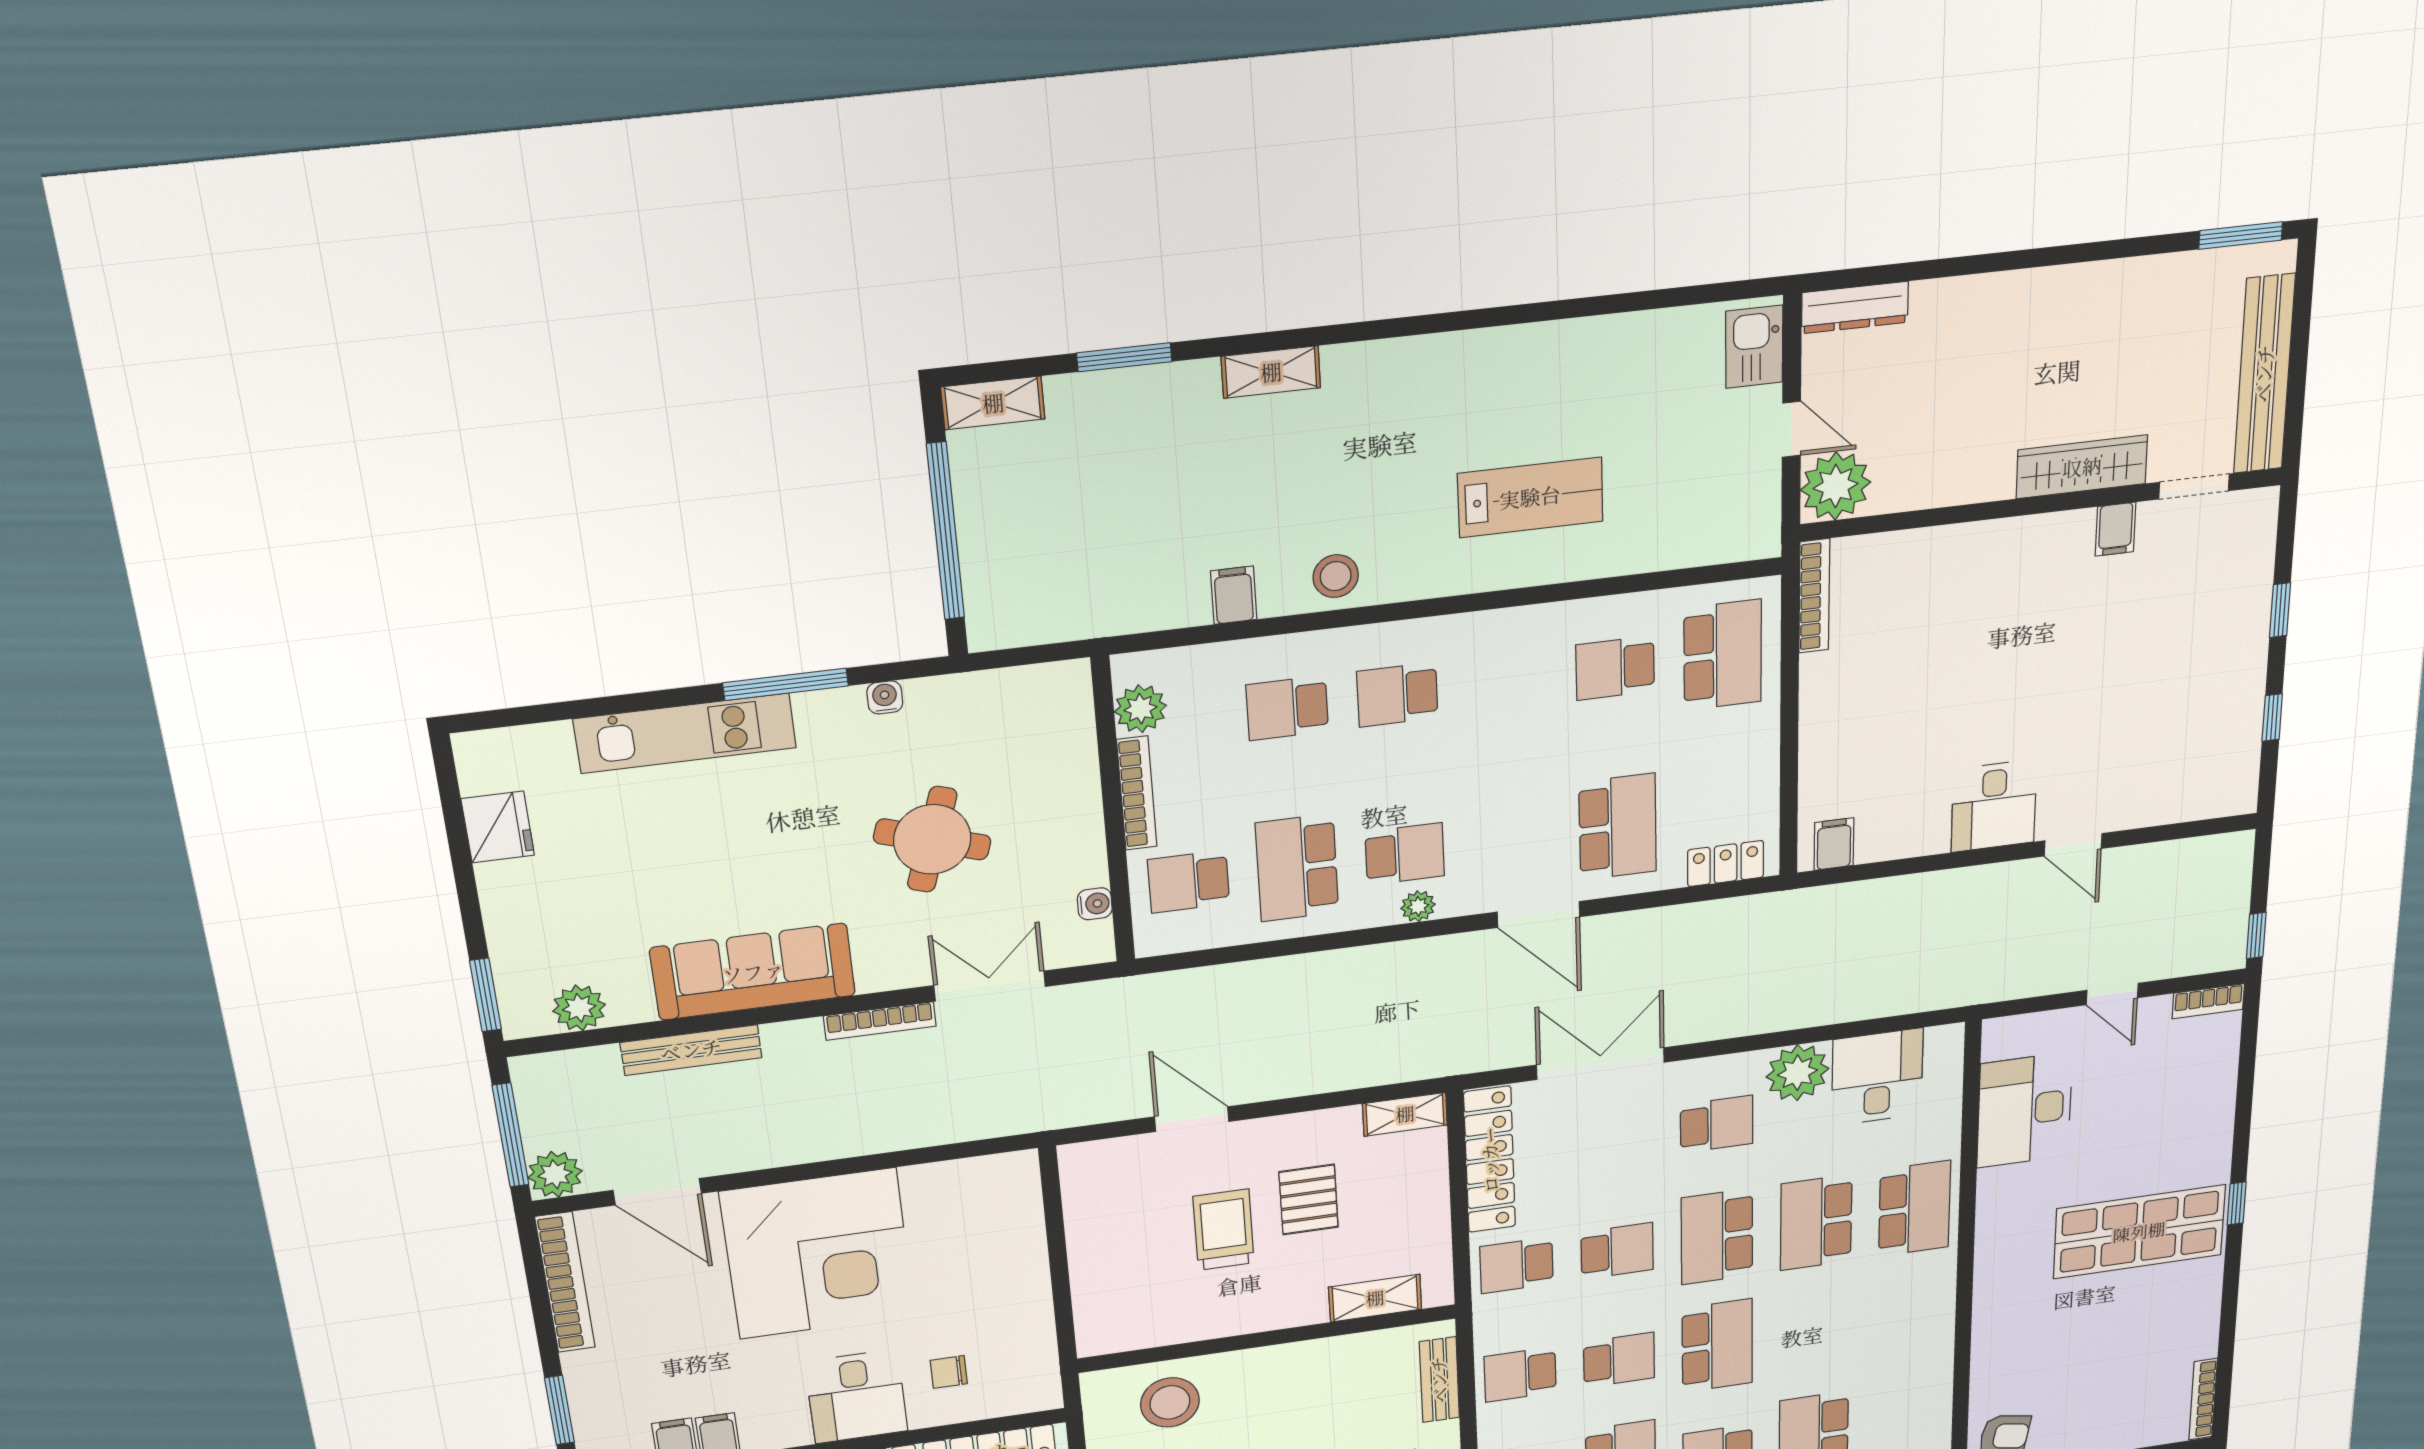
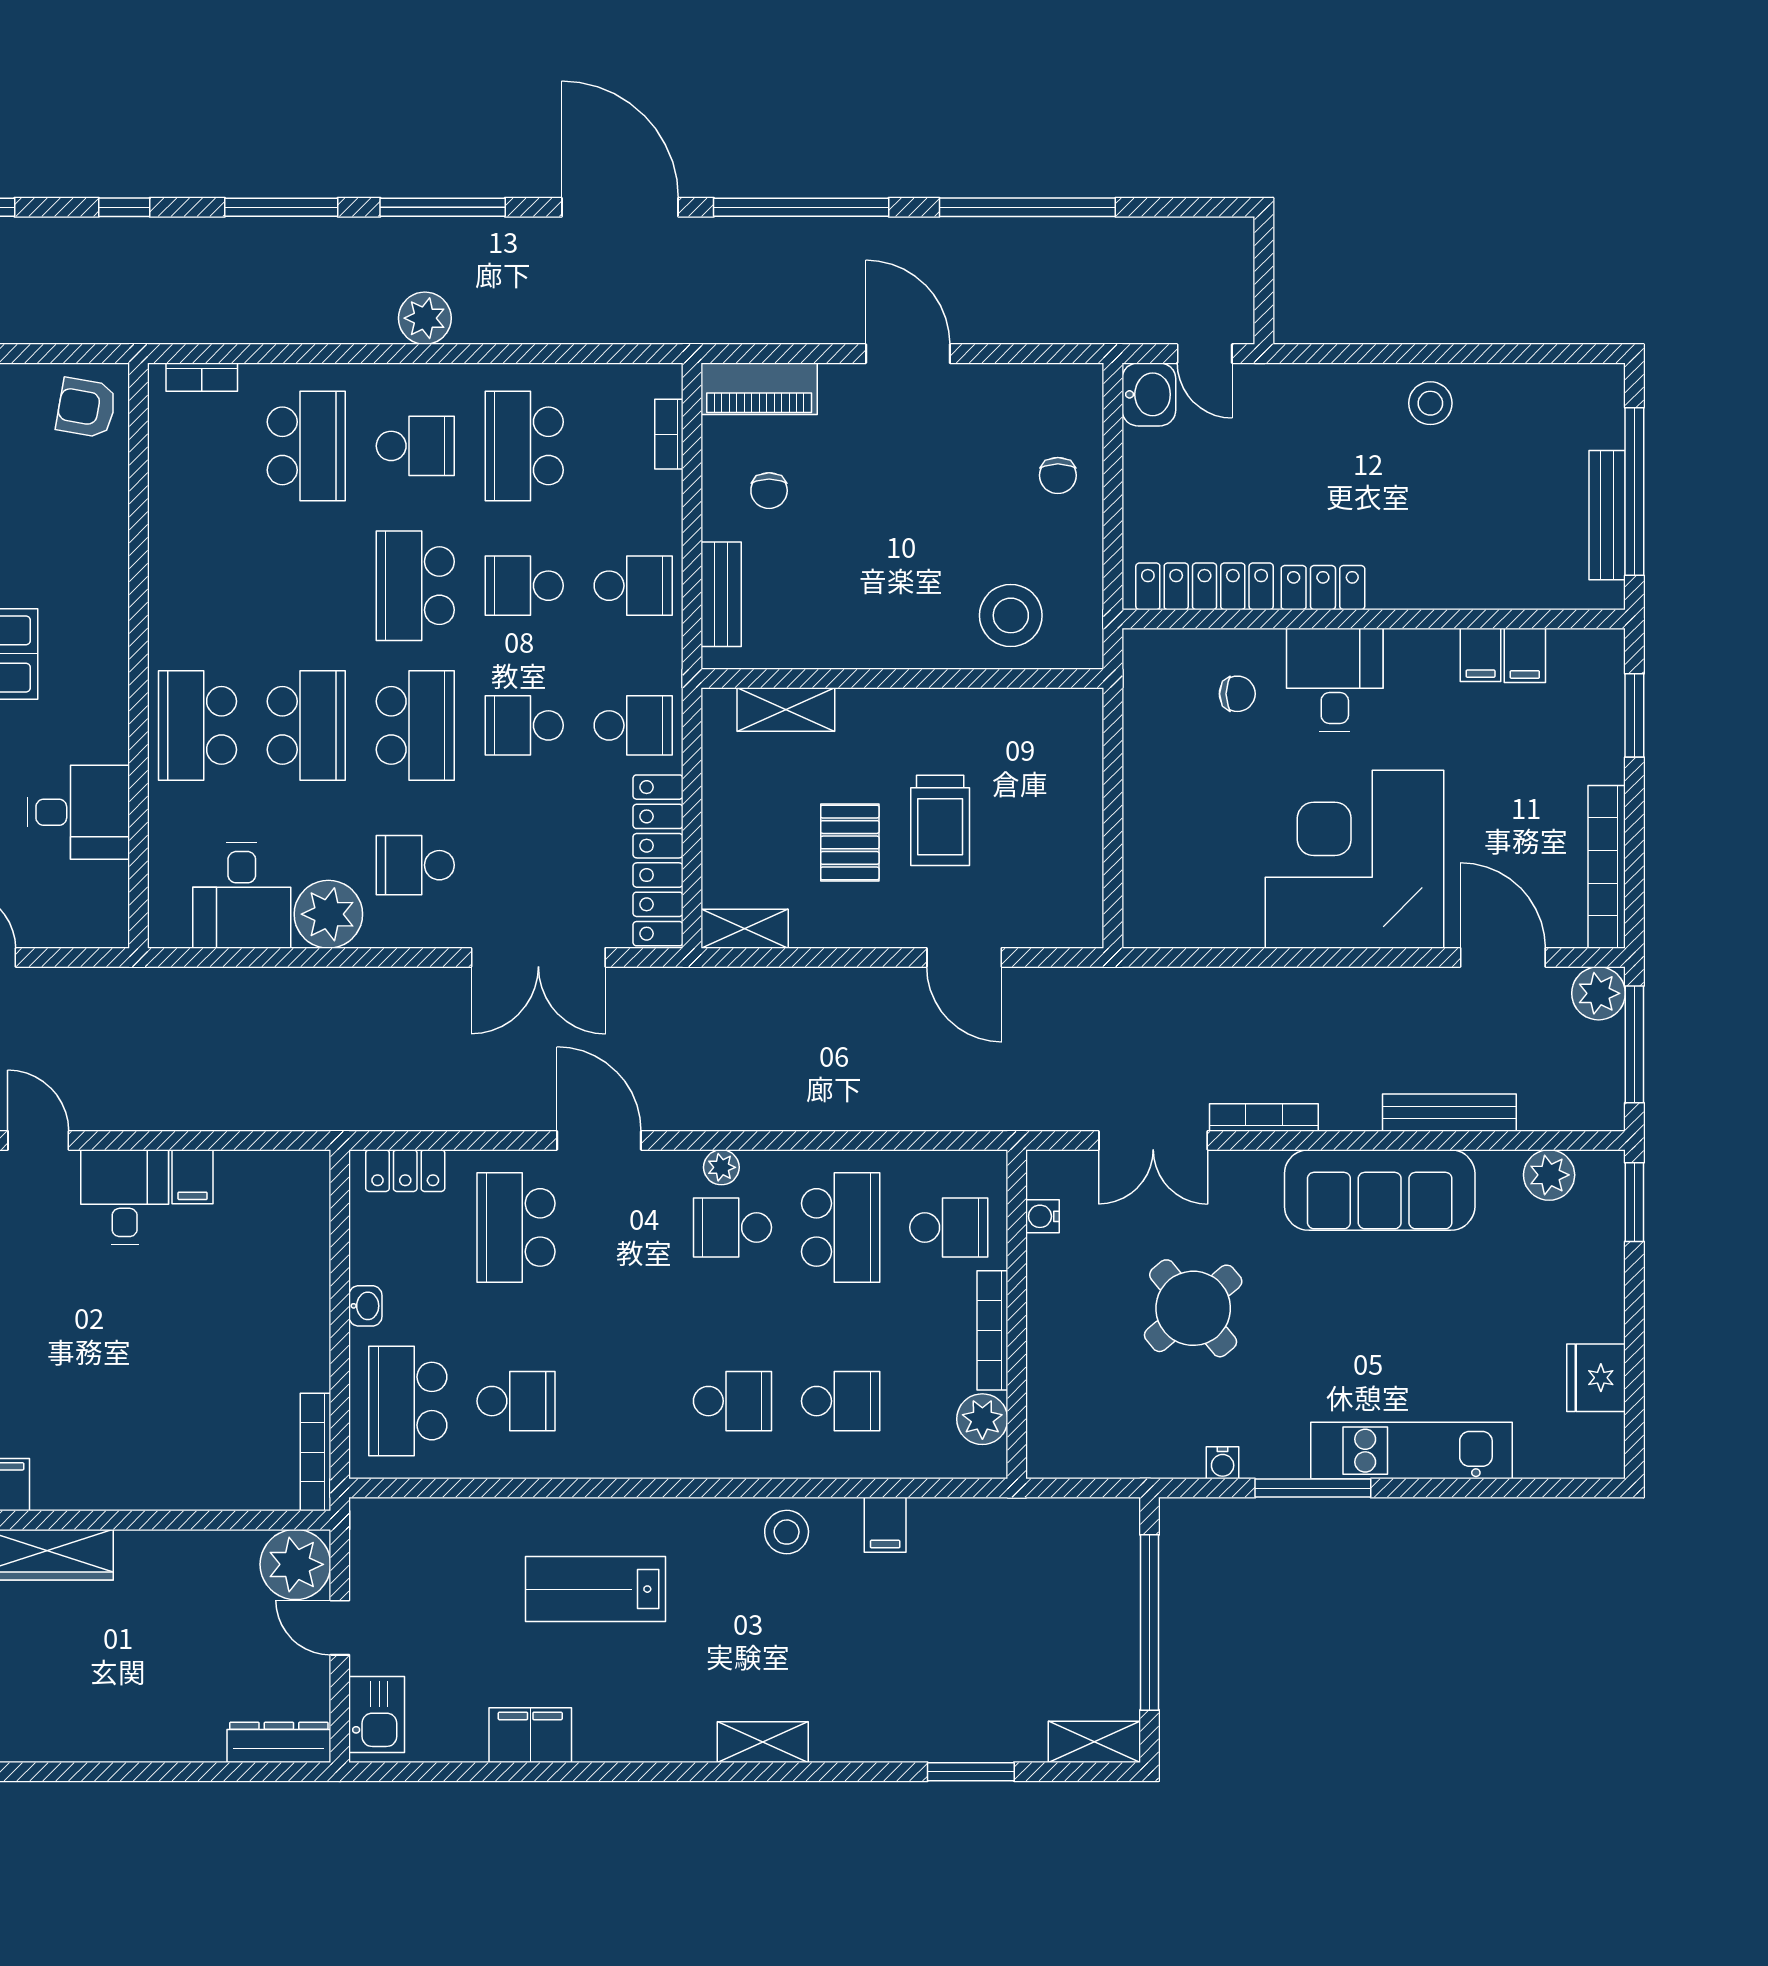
filing cabinet: (1595, 343) -> (530, 1735), added
shelving: (1271, 372) -> (763, 1742), moved
washbasin: (1764, 738) -> (365, 1306), added
round table: (932, 839) -> (1193, 1308), turned 32
filing cabinet: (1834, 844) -> (193, 1177), moved
desk: (2024, 1110) -> (79, 812), width x0.73

